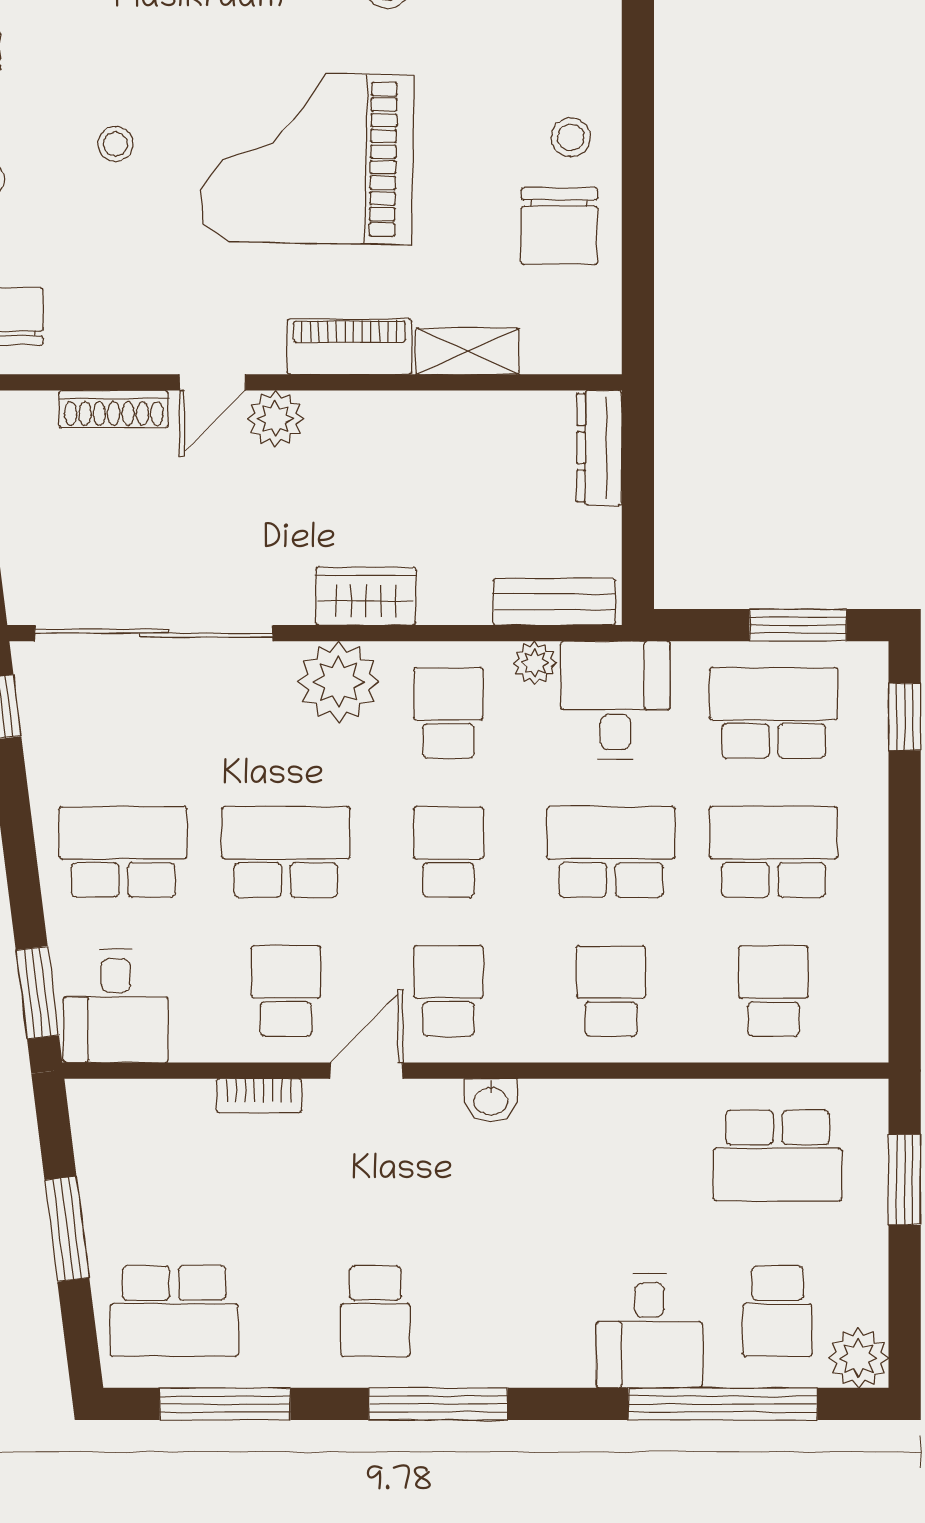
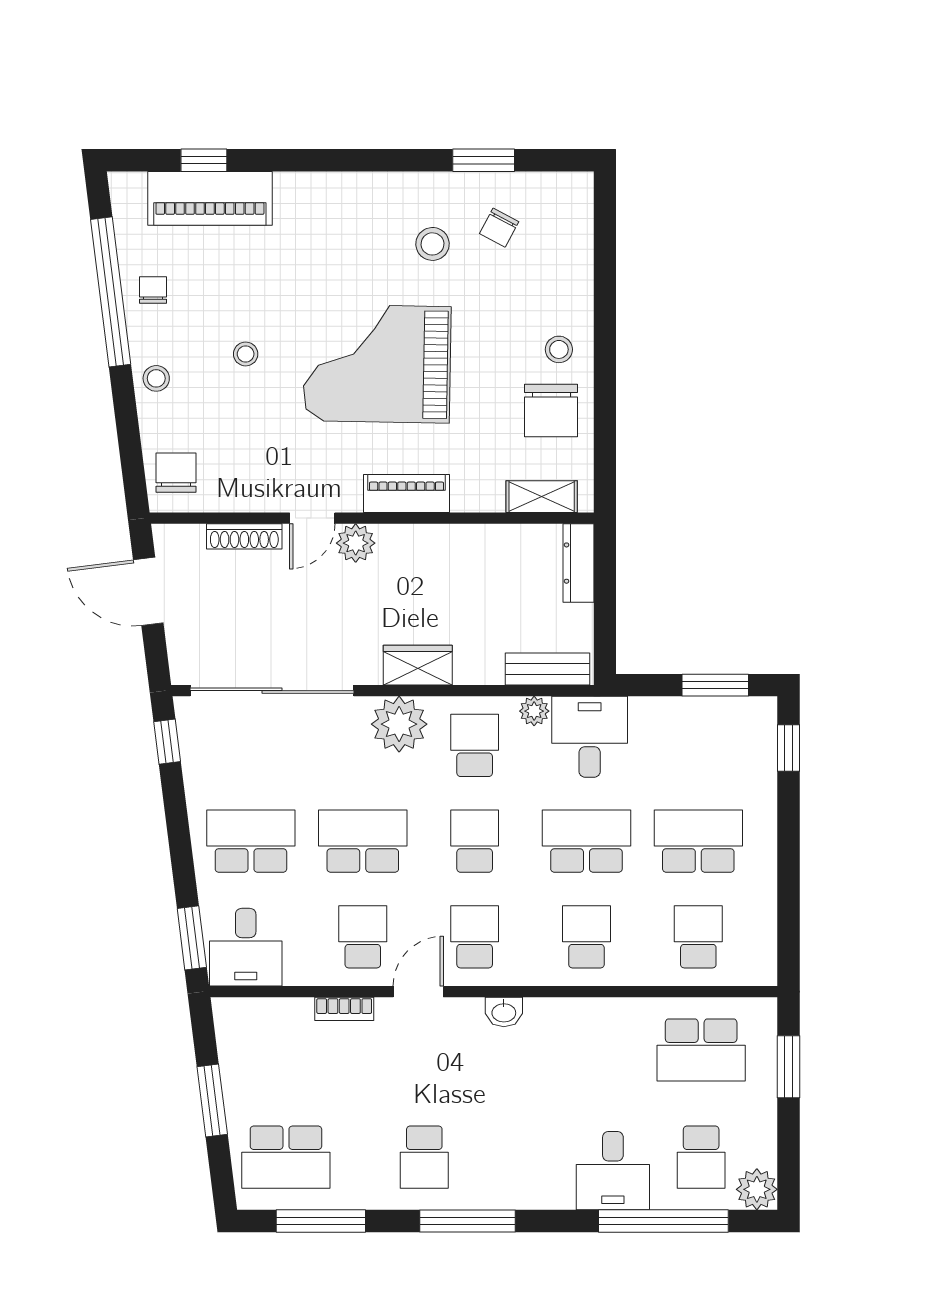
shelving: (468, 351) -> (542, 497), moved
school desk: (773, 713) -> (698, 745), removed

